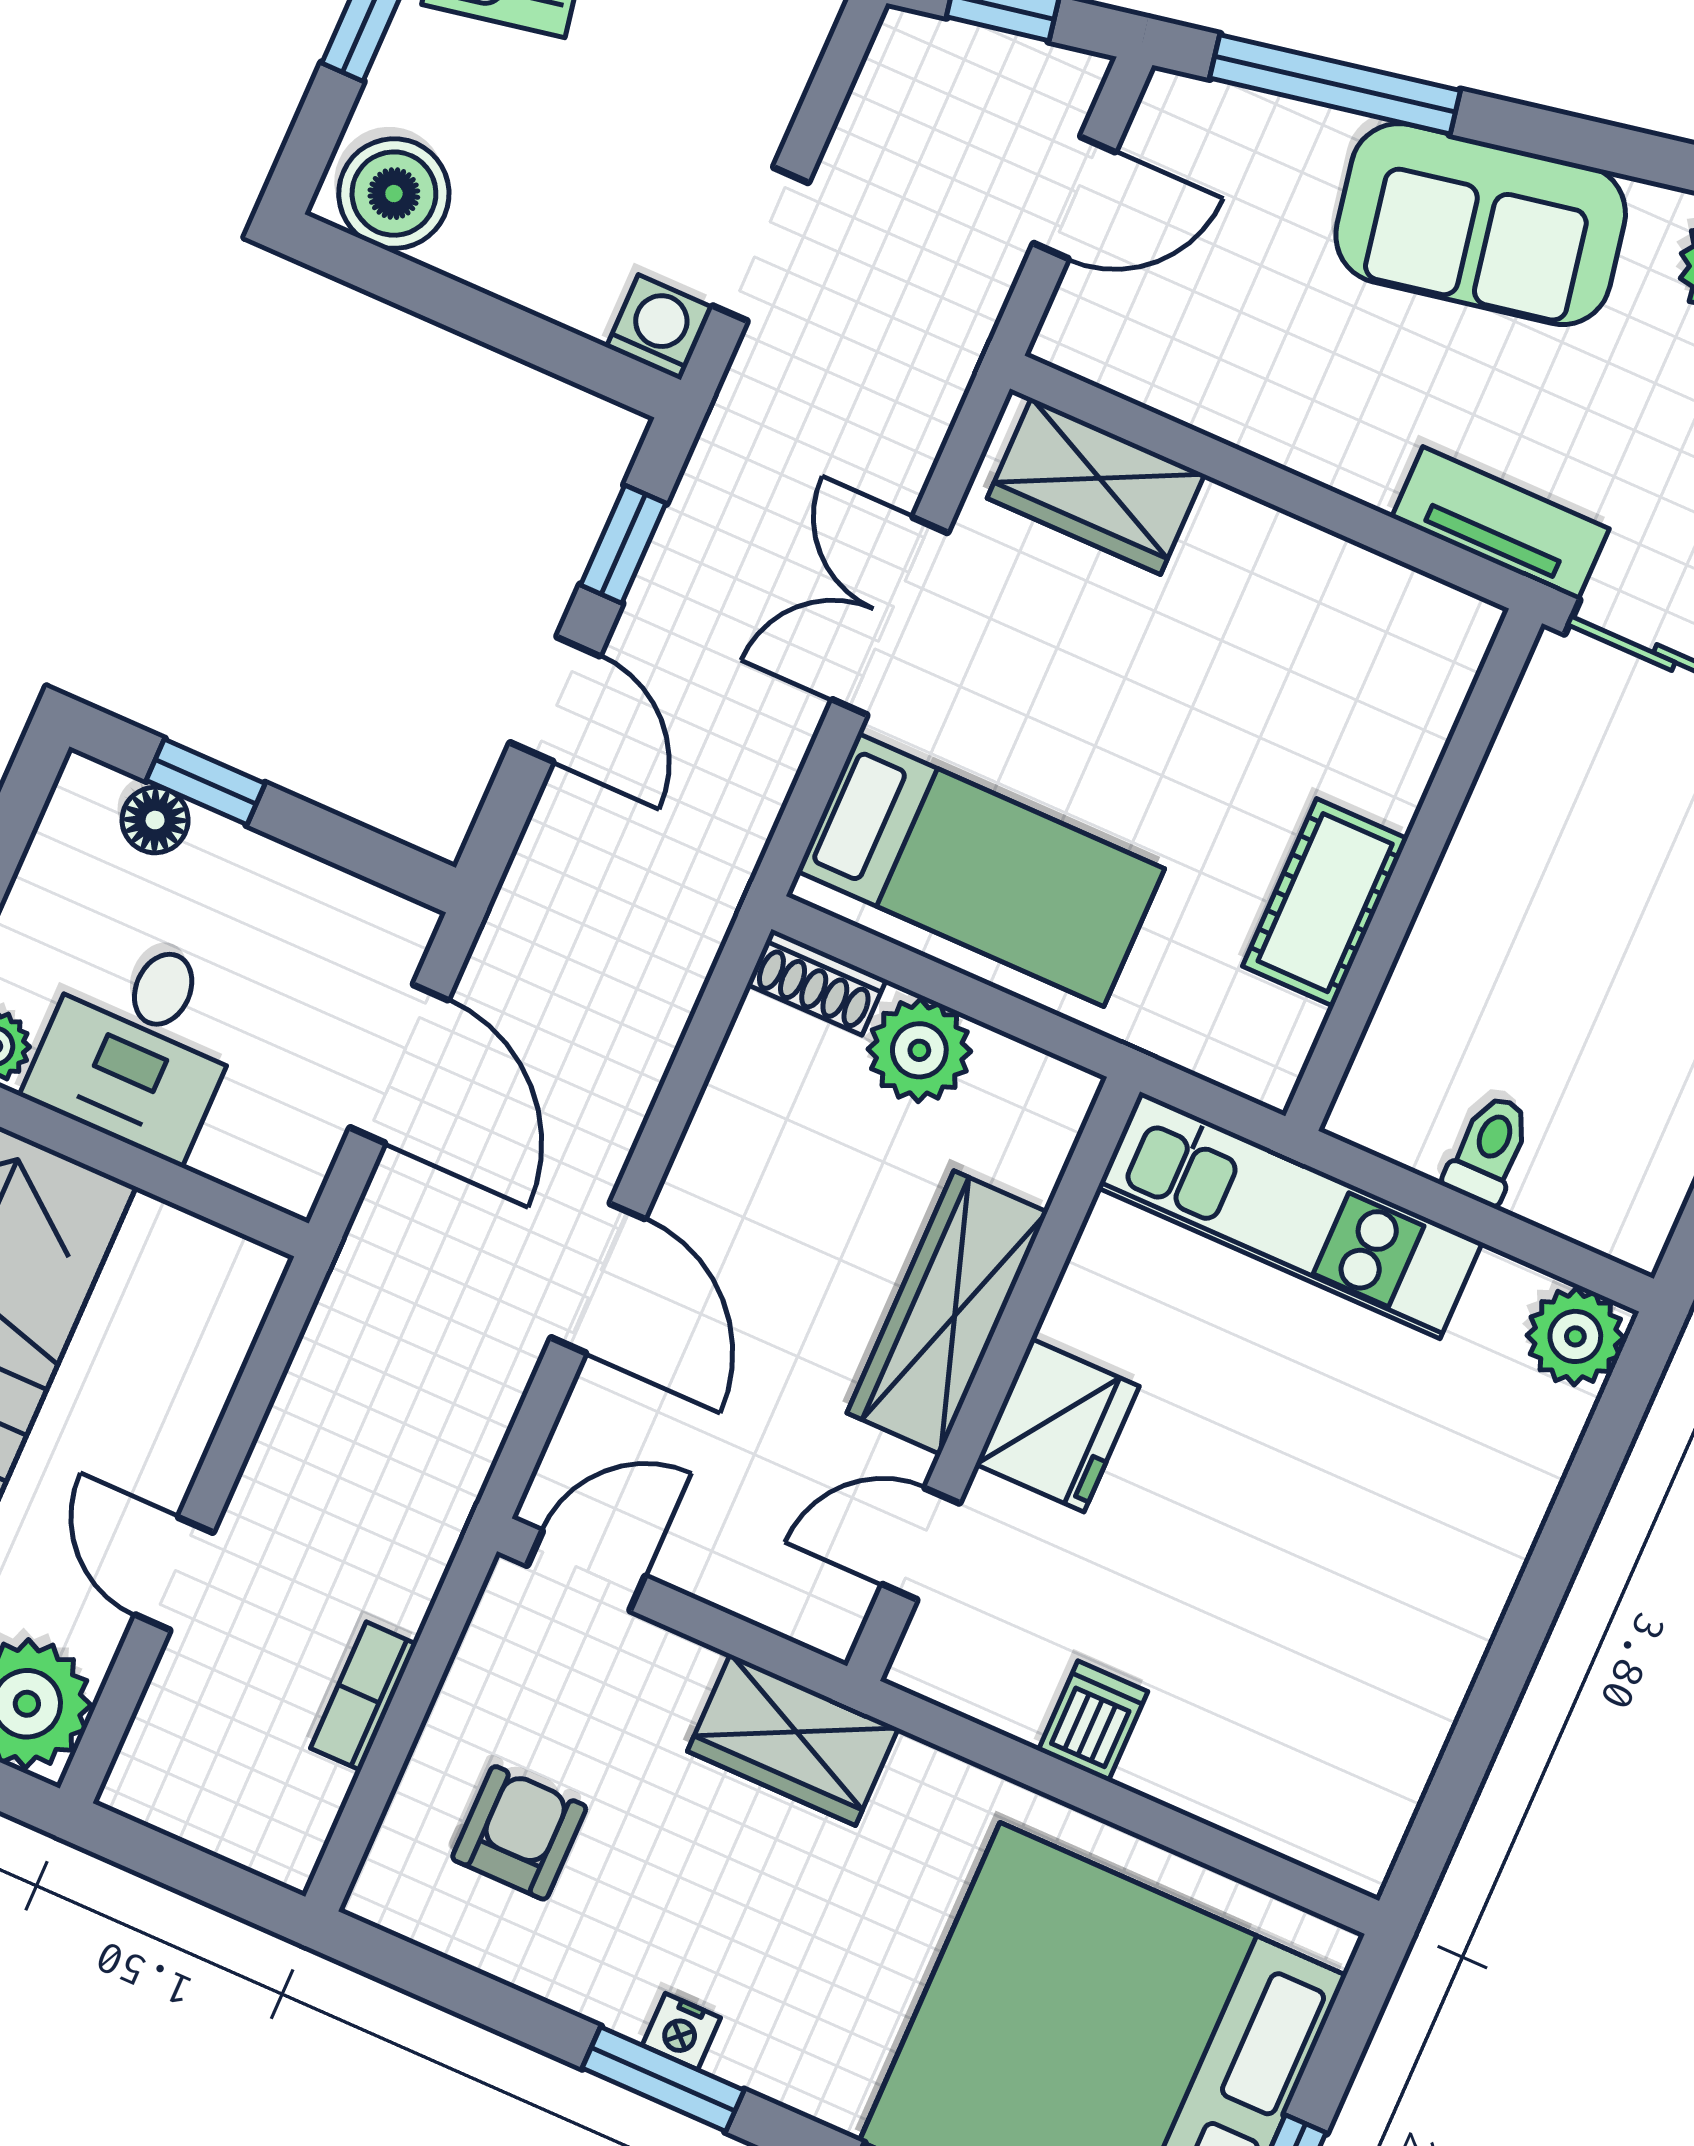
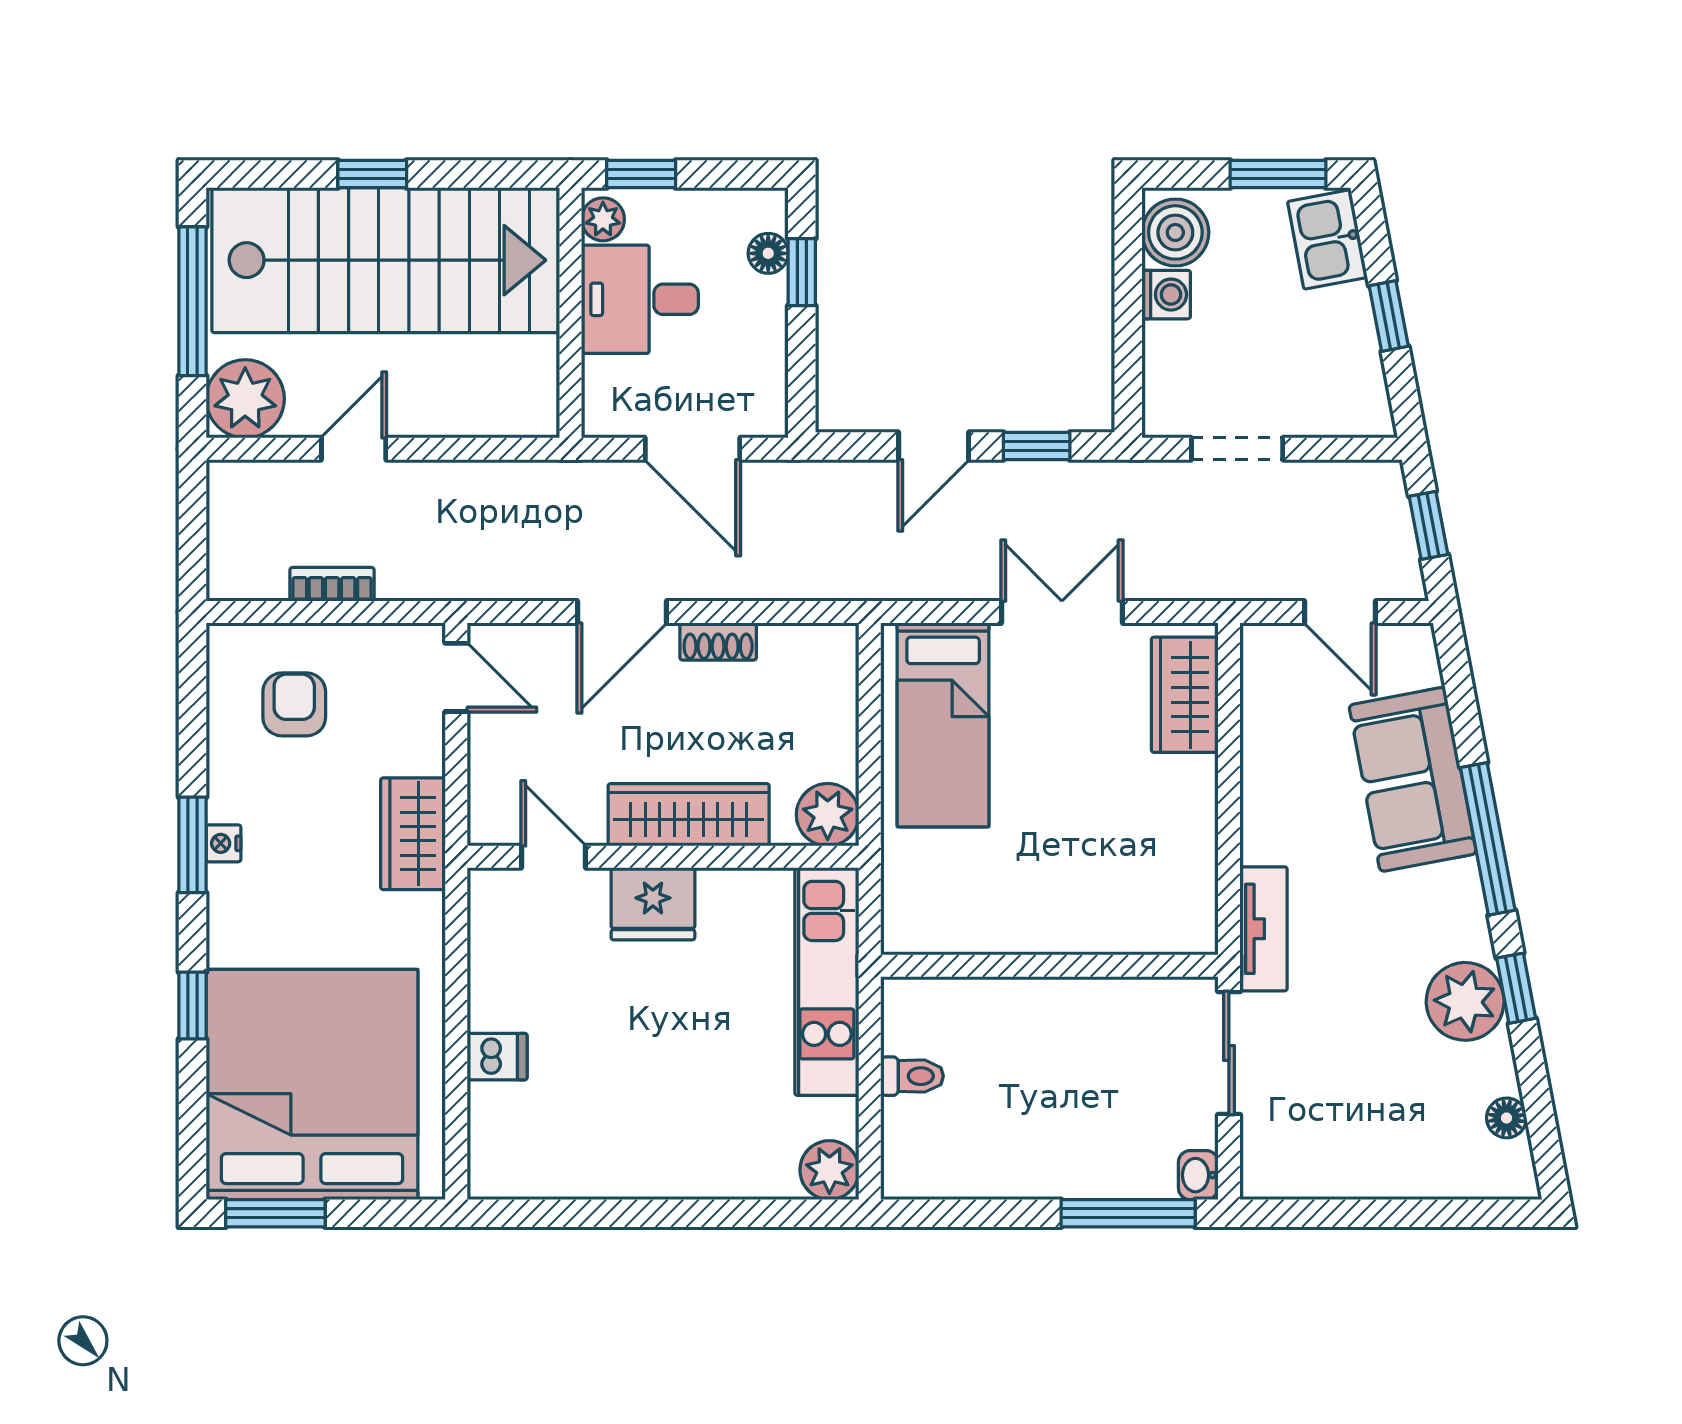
window: (1335, 84) -> (1488, 839), moved
sofa: (1481, 224) -> (1413, 779), moved
washing machine: (659, 327) -> (1166, 295), moved
cot: (1325, 903) -> (1009, 924), removed
shoe rack: (817, 982) -> (718, 641), moved, turned -90
plant: (919, 1050) -> (828, 815), moved
door: (399, 1064) -> (692, 449), hinge flipped
dishwasher: (1093, 1721) -> (497, 1057), moved
armchair: (519, 1833) -> (294, 704), turned -90

